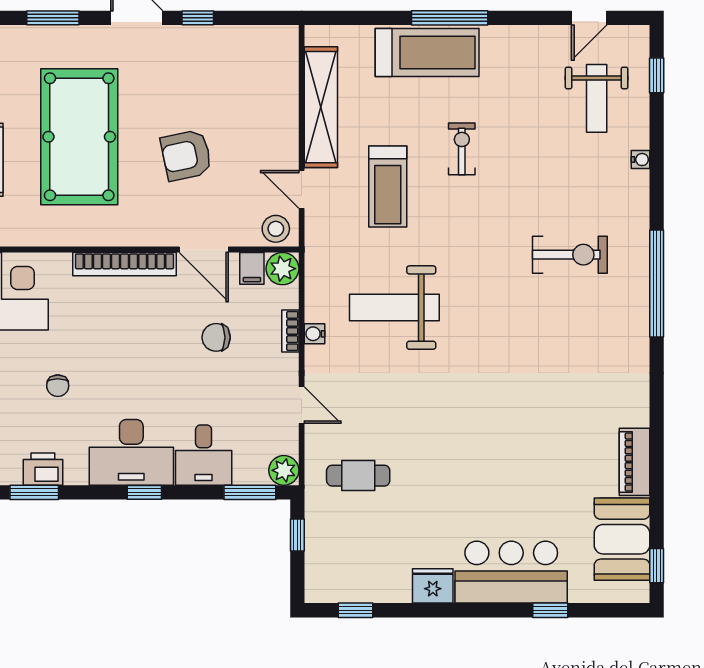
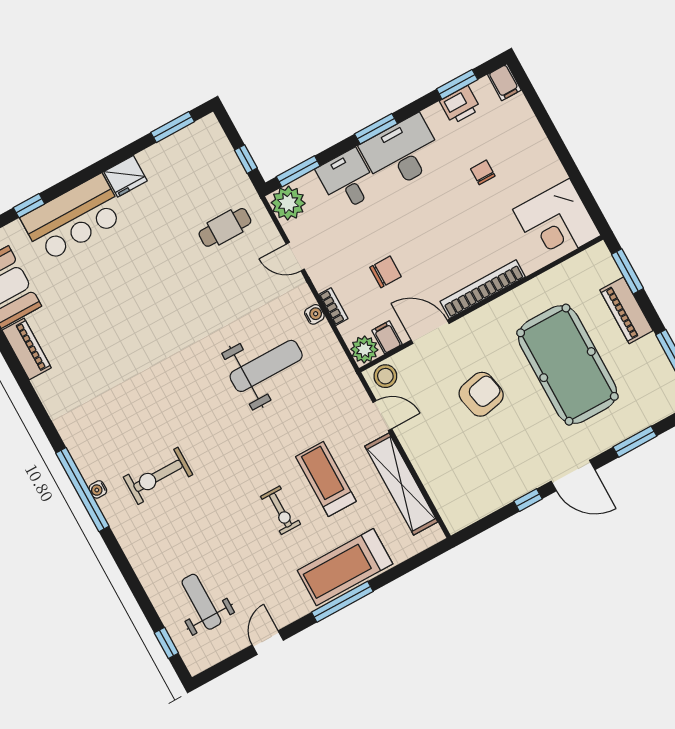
door: (589, 18) -> (268, 643), moved
water cooler: (641, 160) -> (98, 489), moved
treadmill: (388, 187) -> (326, 479), moved
plant: (284, 470) -> (288, 203), width x1.36, depth x1.36
window: (144, 492) -> (376, 129), width x1.50
window: (355, 610) -> (173, 127), width x1.50

